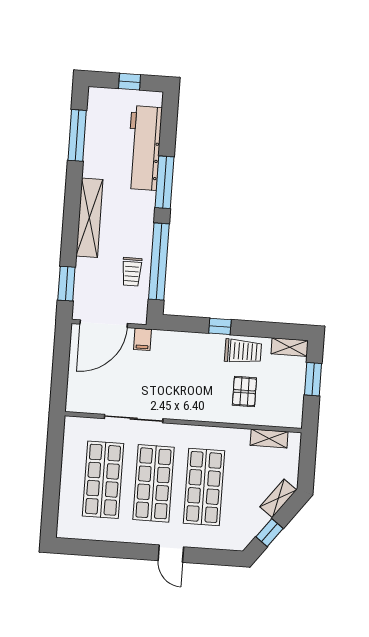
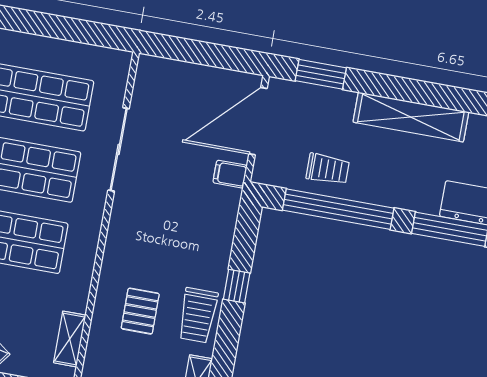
trolley: (132, 272) -> (328, 169), turned 180
door: (104, 324) -> (258, 121), hinge flipped
pallet: (244, 392) -> (140, 311), turned 90

